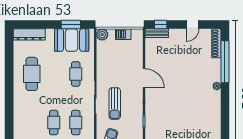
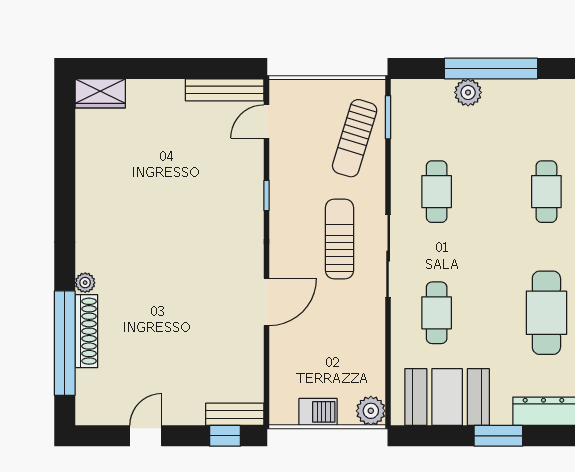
window: (71, 25) -> (498, 436), moved
shoe rack: (216, 43) -> (86, 331), moved
door: (144, 78) -> (266, 302), swing flipped
cafe table: (54, 123) -> (546, 192), moved

